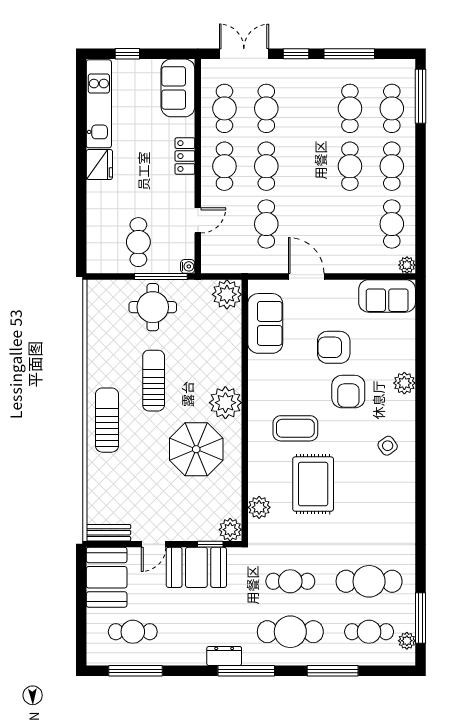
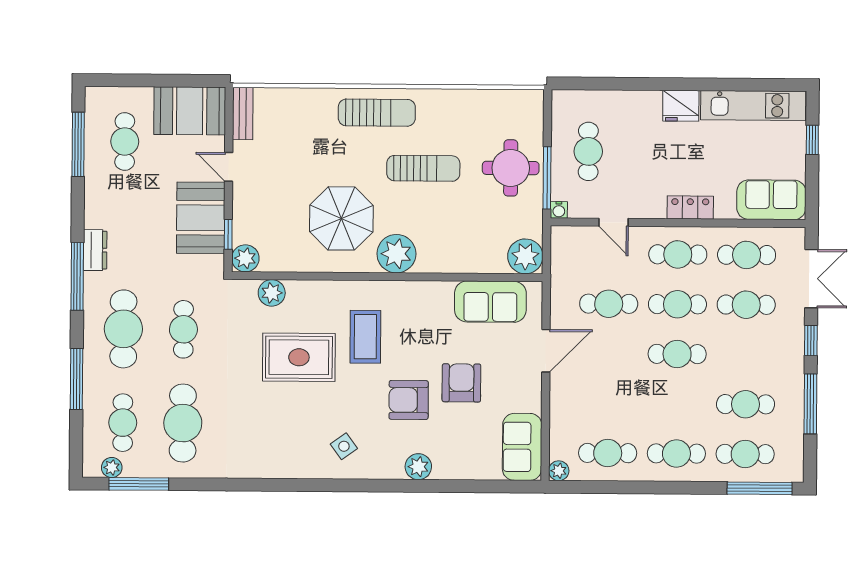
cafe table: (350, 166) -> (677, 354), moved
cafe table: (138, 242) -> (588, 151), turned 90

